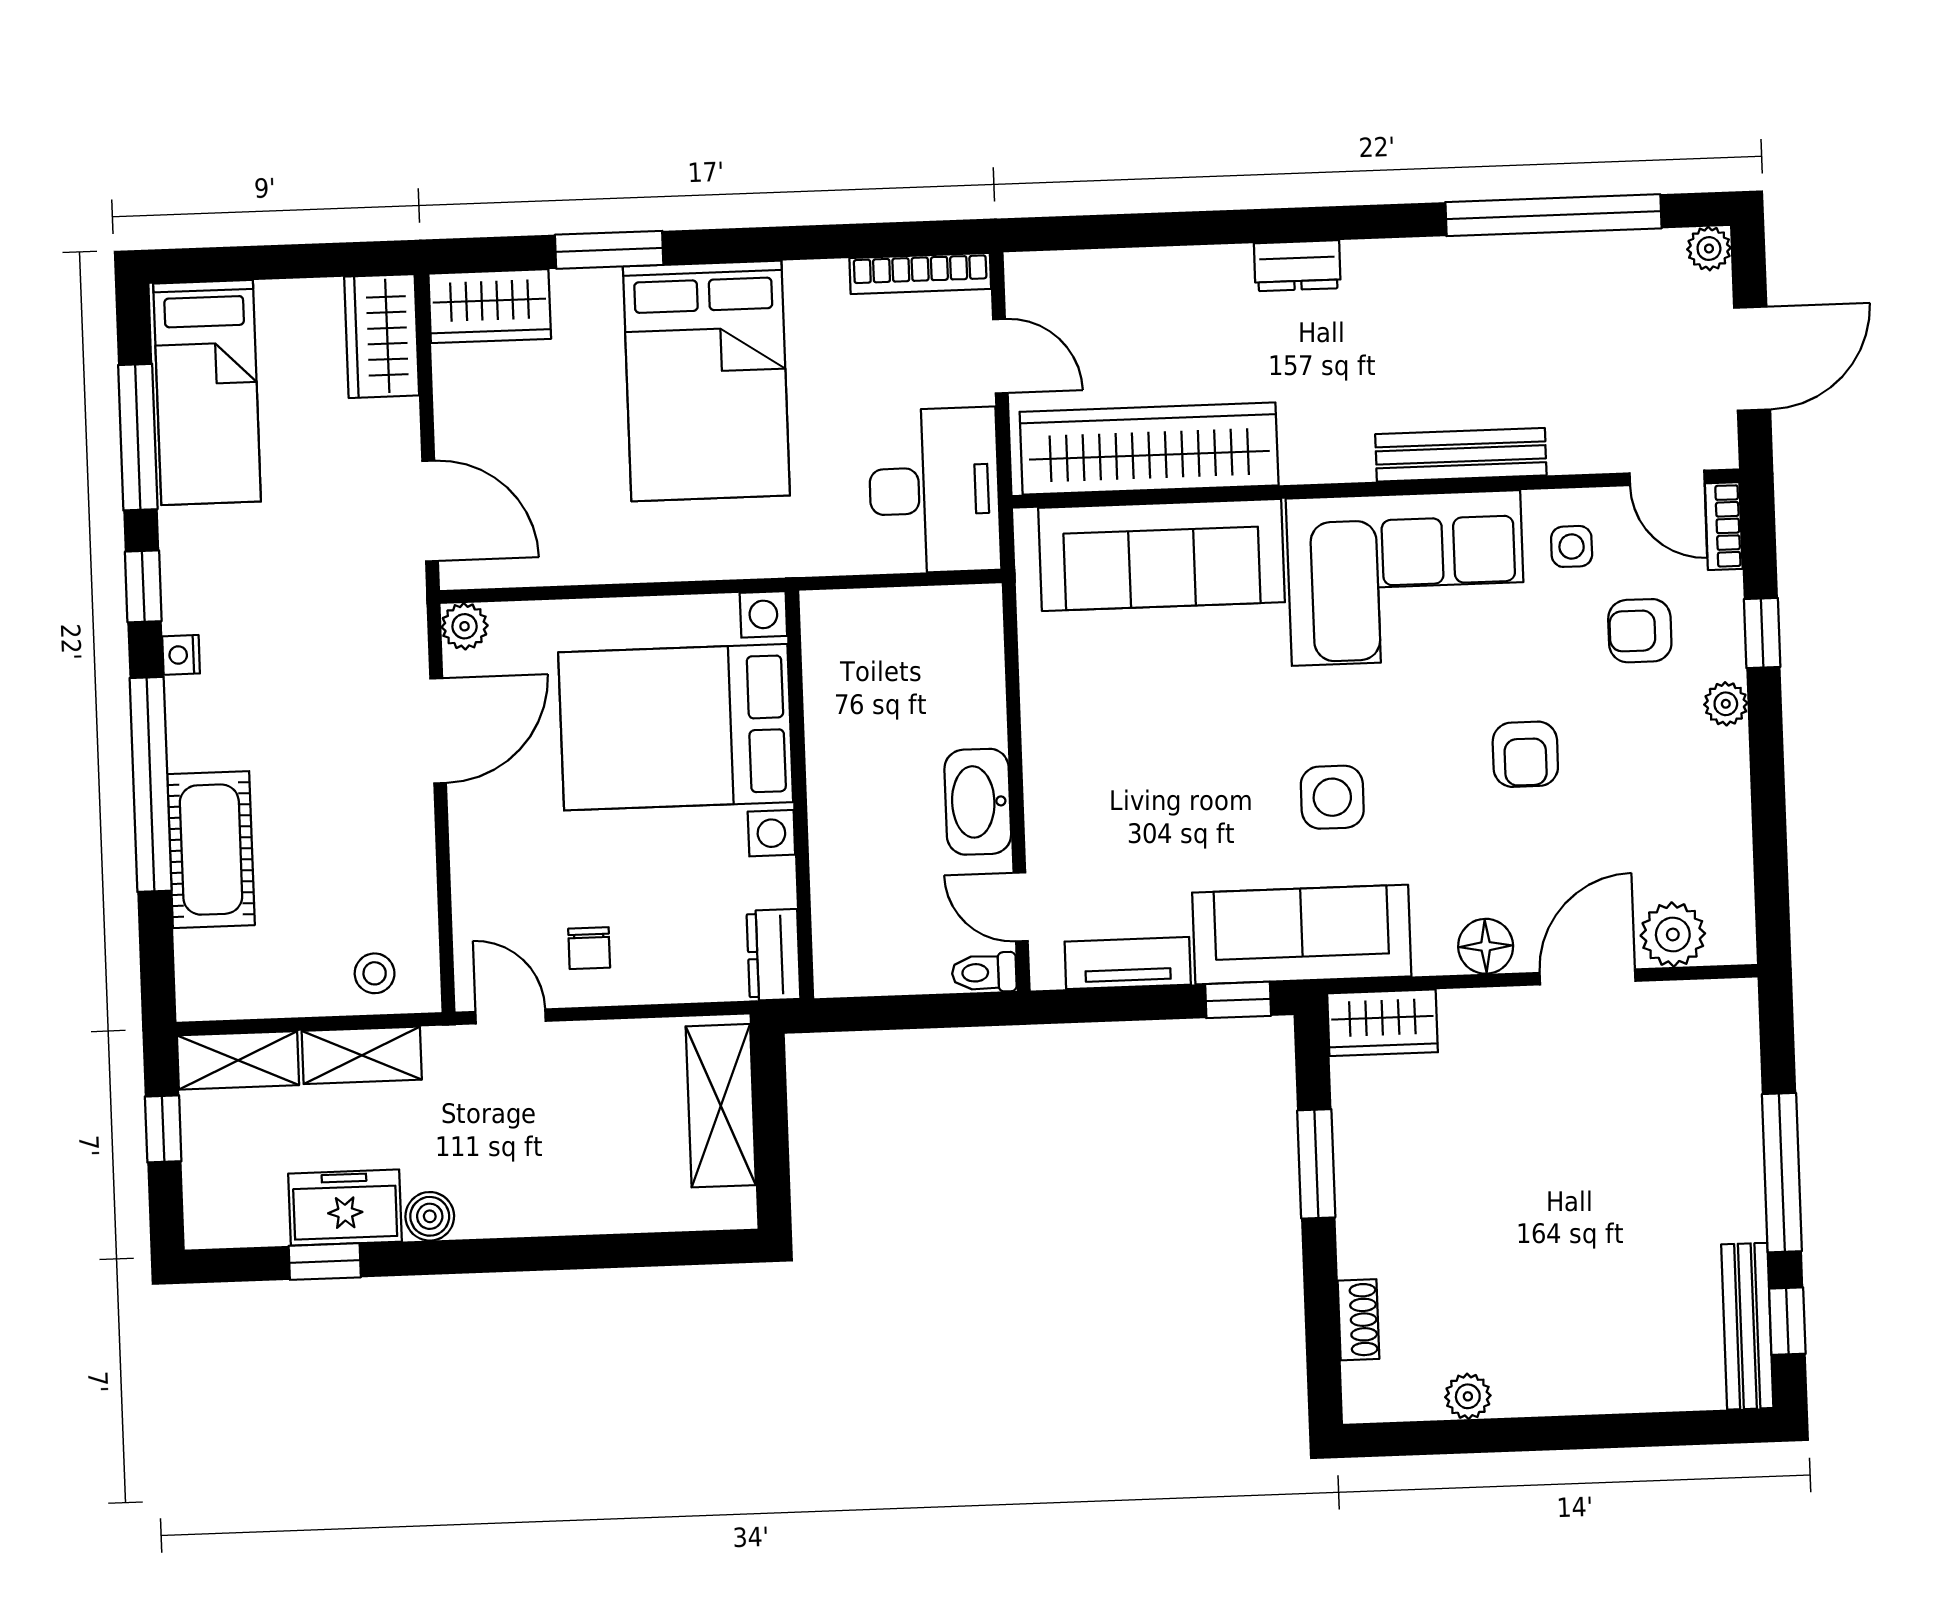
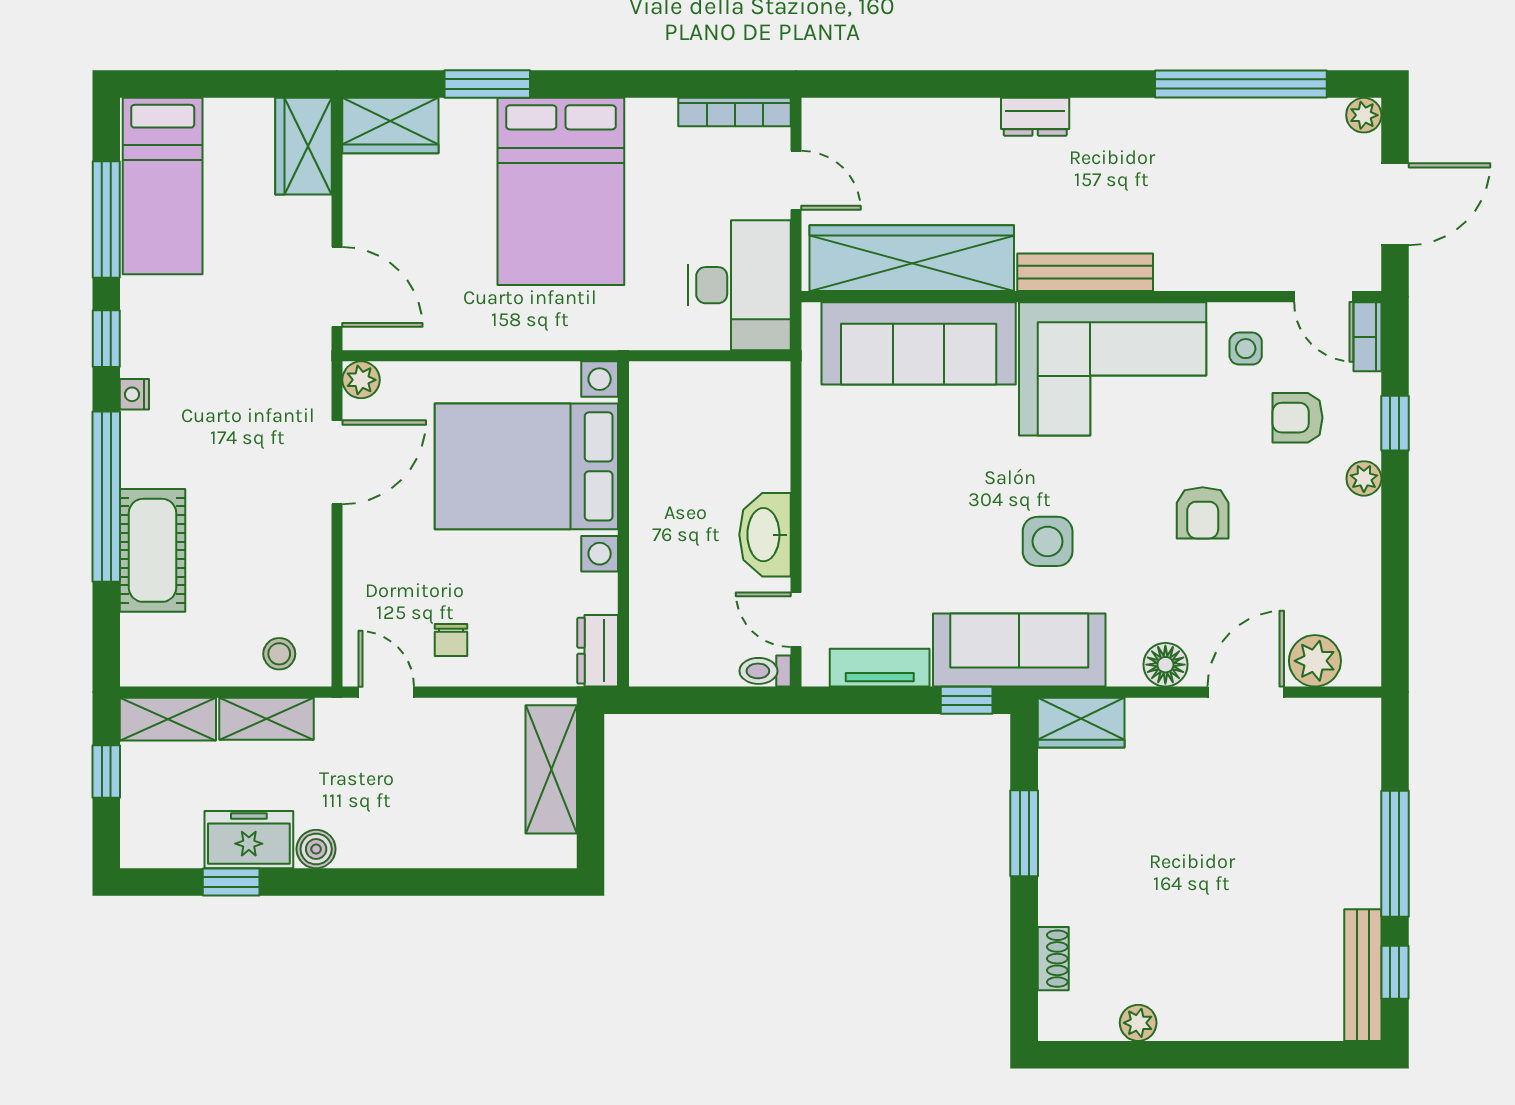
bench: (1461, 455) -> (1085, 272), moved

